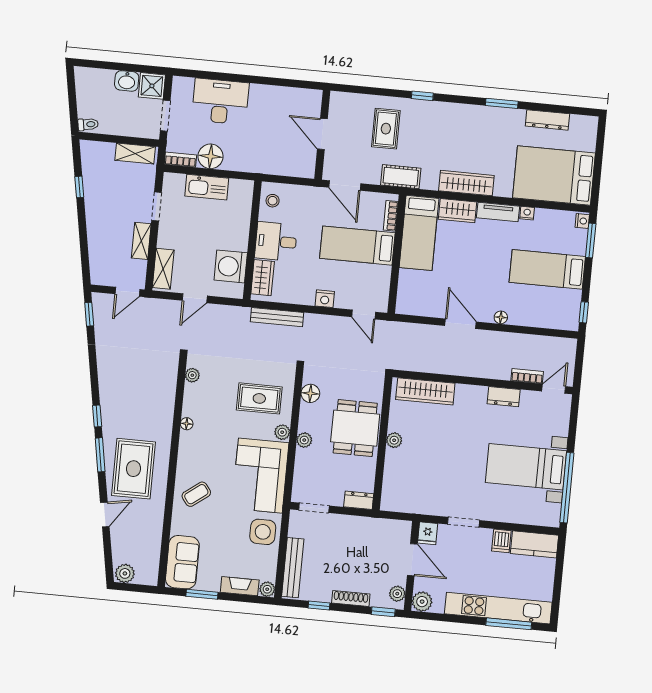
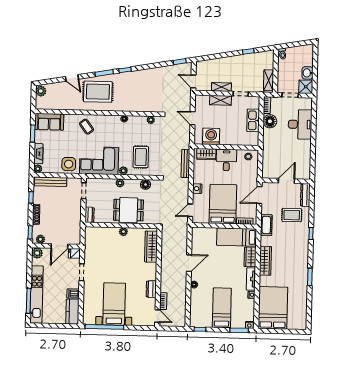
dresser: (547, 120) -> (305, 195), moved
bed: (357, 246) -> (223, 204), width x1.50
shelving: (163, 269) -> (220, 100), moved

